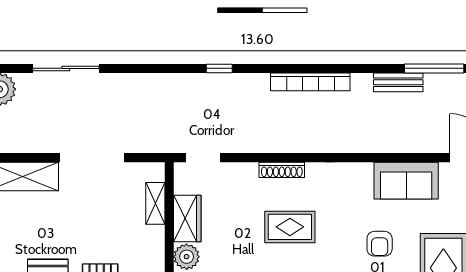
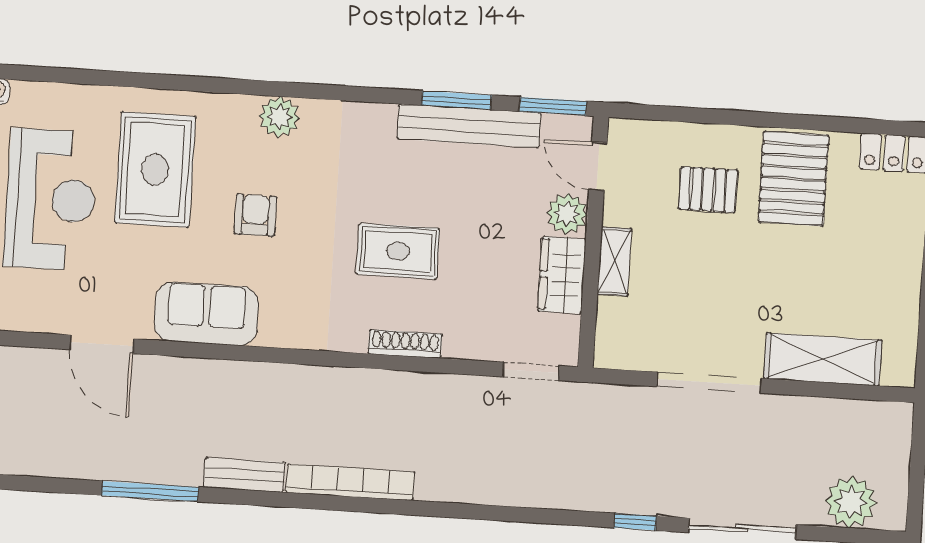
window: (219, 68) -> (635, 522), moved
bench: (398, 82) -> (244, 475), moved
shelving: (155, 203) -> (614, 261), moved

